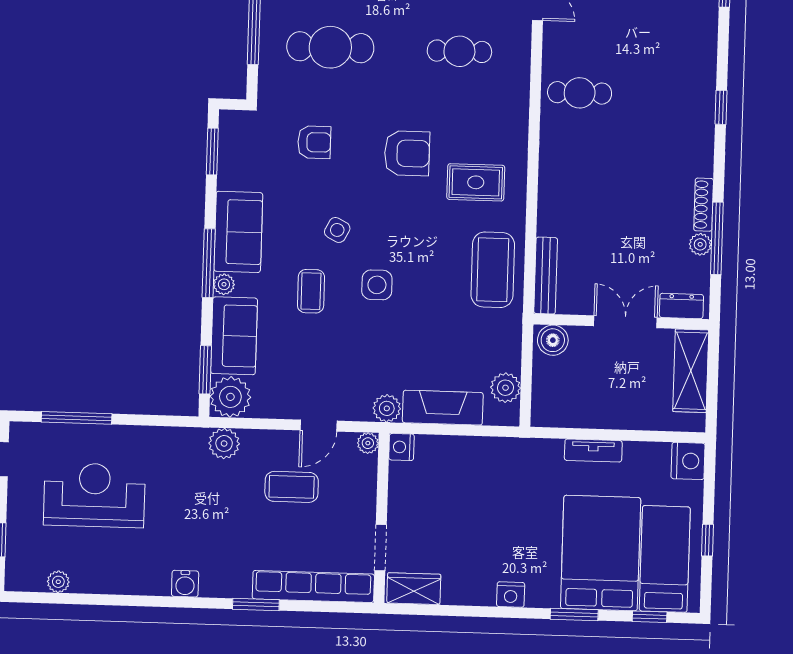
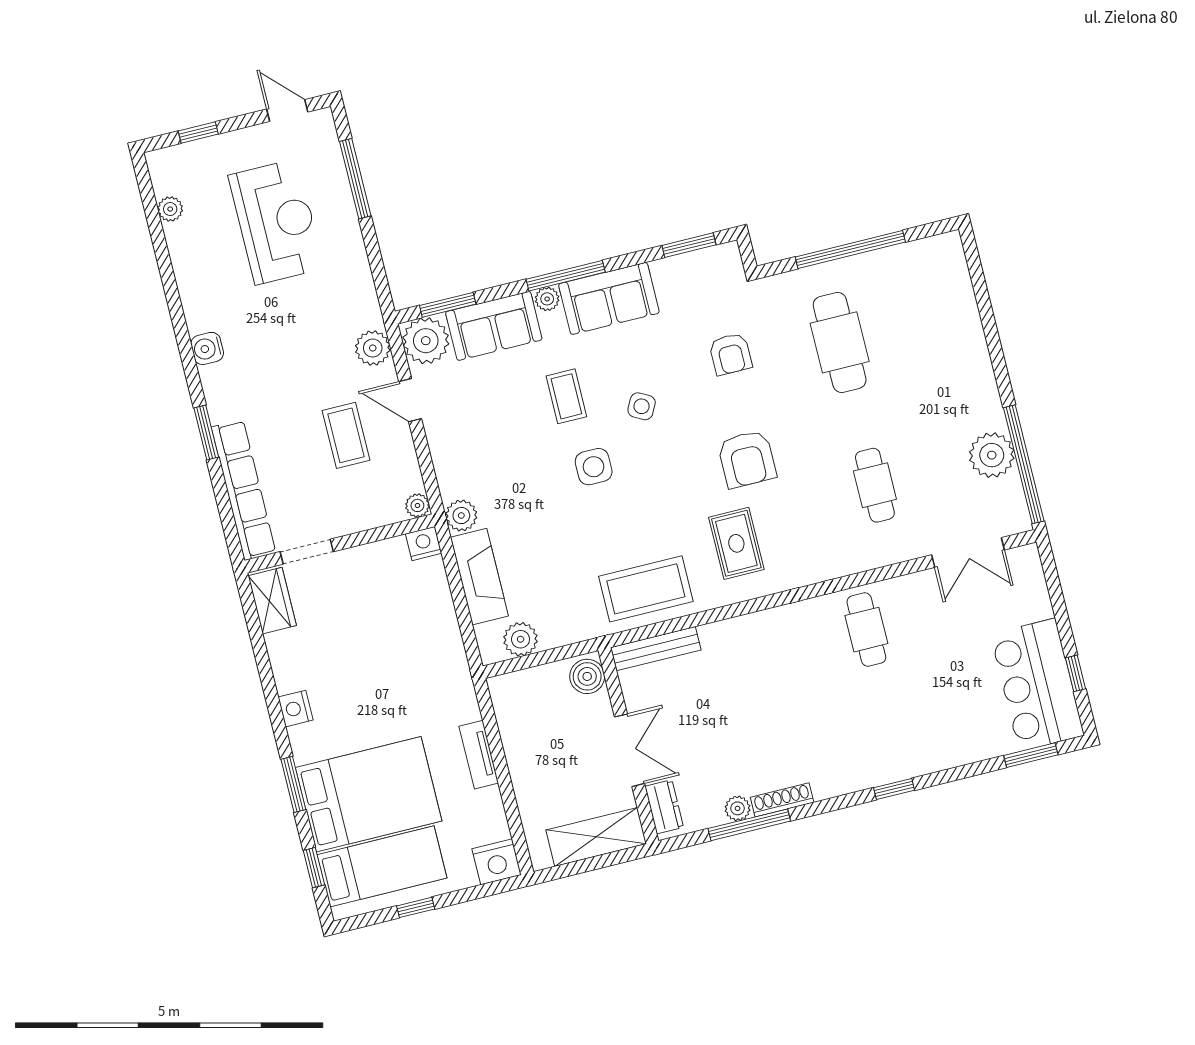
coffee table: (311, 291) -> (566, 396), turned 90
door: (319, 426) -> (410, 400), moved

